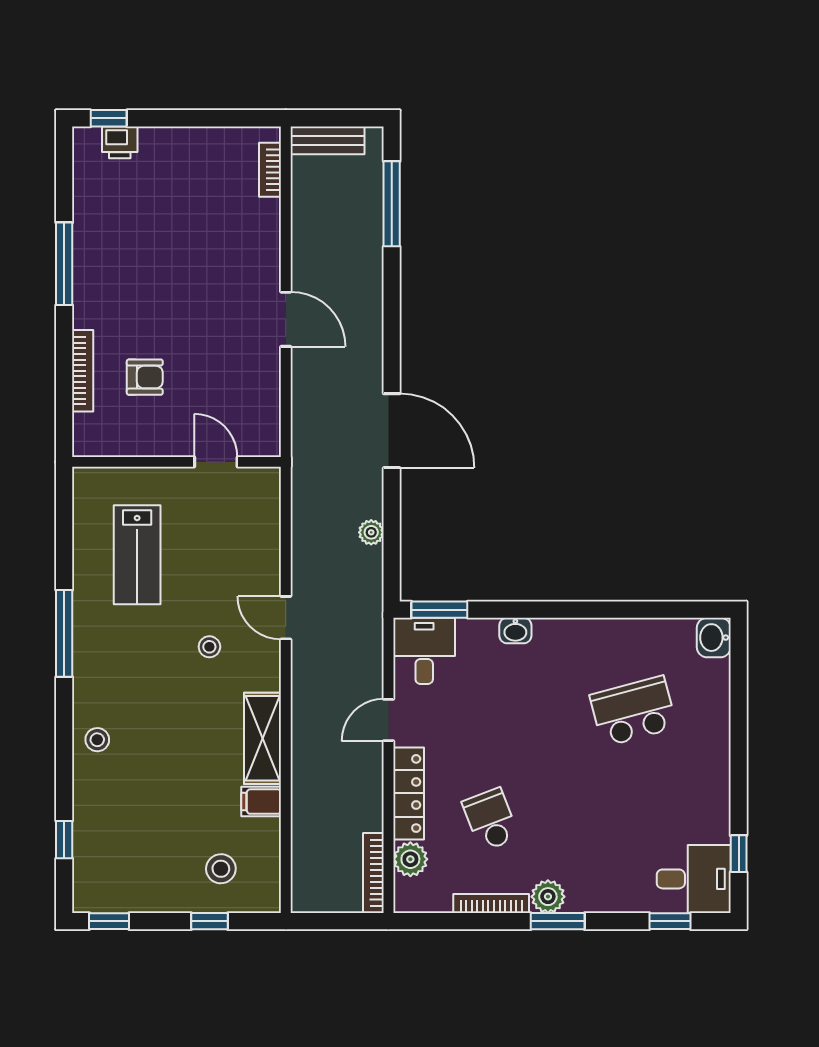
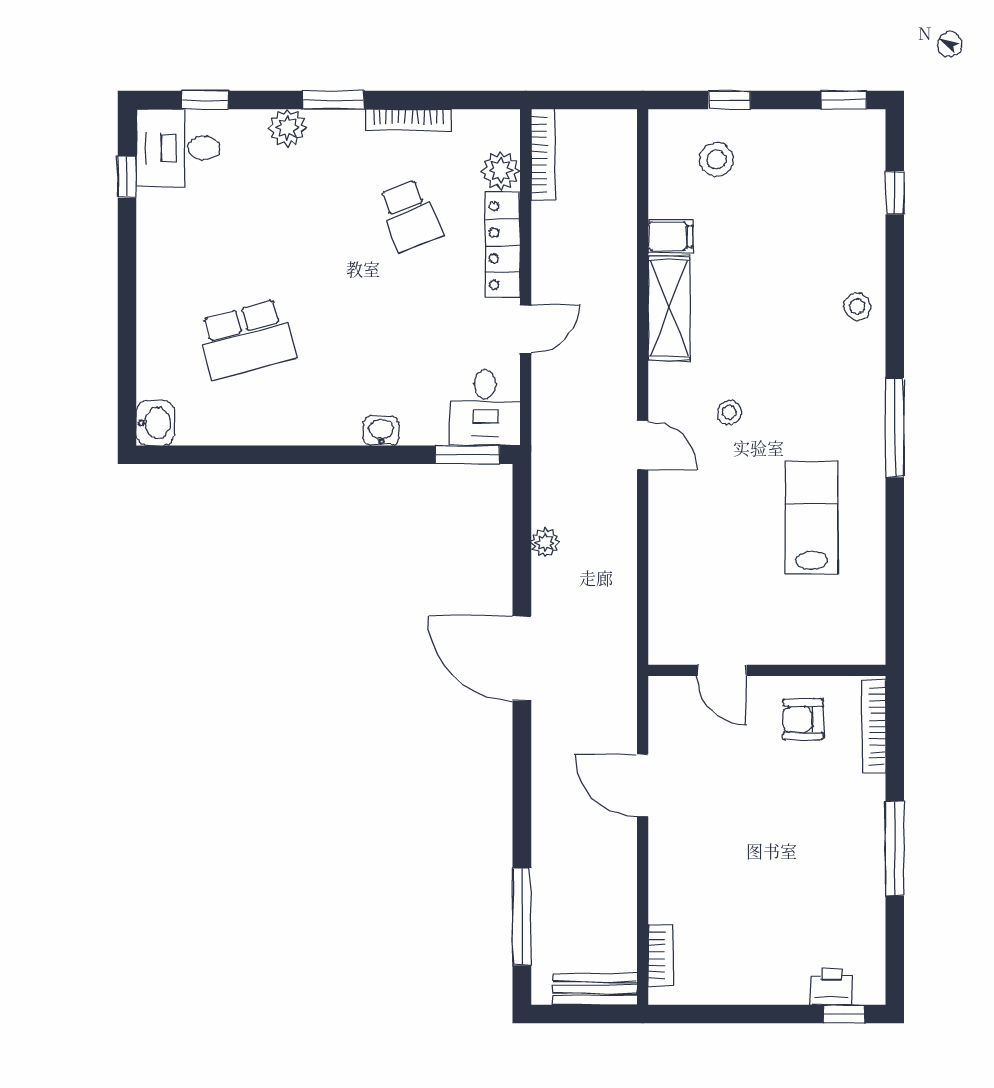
wall: (177, 462) -> (767, 670), moved
door: (216, 462) -> (722, 670), moved
plant: (548, 897) -> (287, 128), moved

